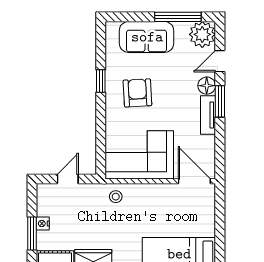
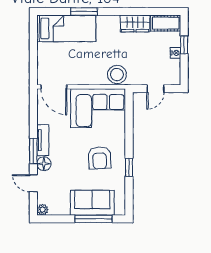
window: (178, 17) -> (93, 219), moved
plant: (202, 34) -> (42, 210), width x0.53, depth x0.53
door: (220, 61) -> (33, 183), swing flipped
stool: (116, 197) -> (117, 75), width x1.89, depth x1.89
window: (32, 233) -> (184, 45), width x0.67

